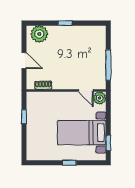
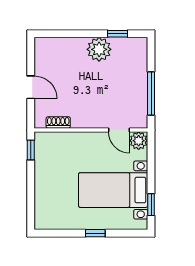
window: (65, 23) -> (118, 34), moved
plant: (39, 34) -> (99, 49), moved
window: (24, 117) -> (31, 150), moved

